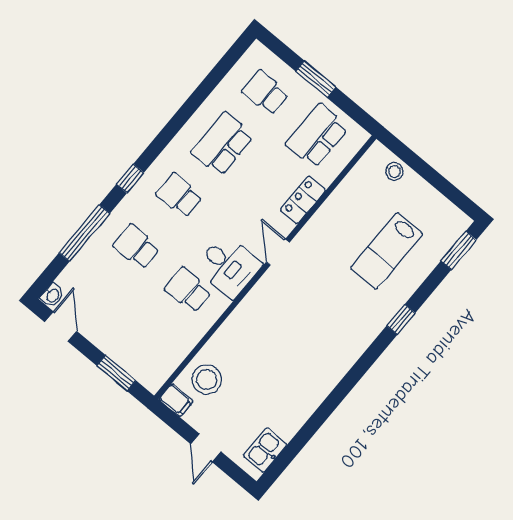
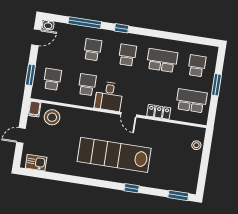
lab bench: (387, 251) -> (114, 155), moved, width x1.86, depth x1.39
door: (278, 252) -> (129, 115), swing flipped
school desk: (145, 341) -> (52, 79), added

